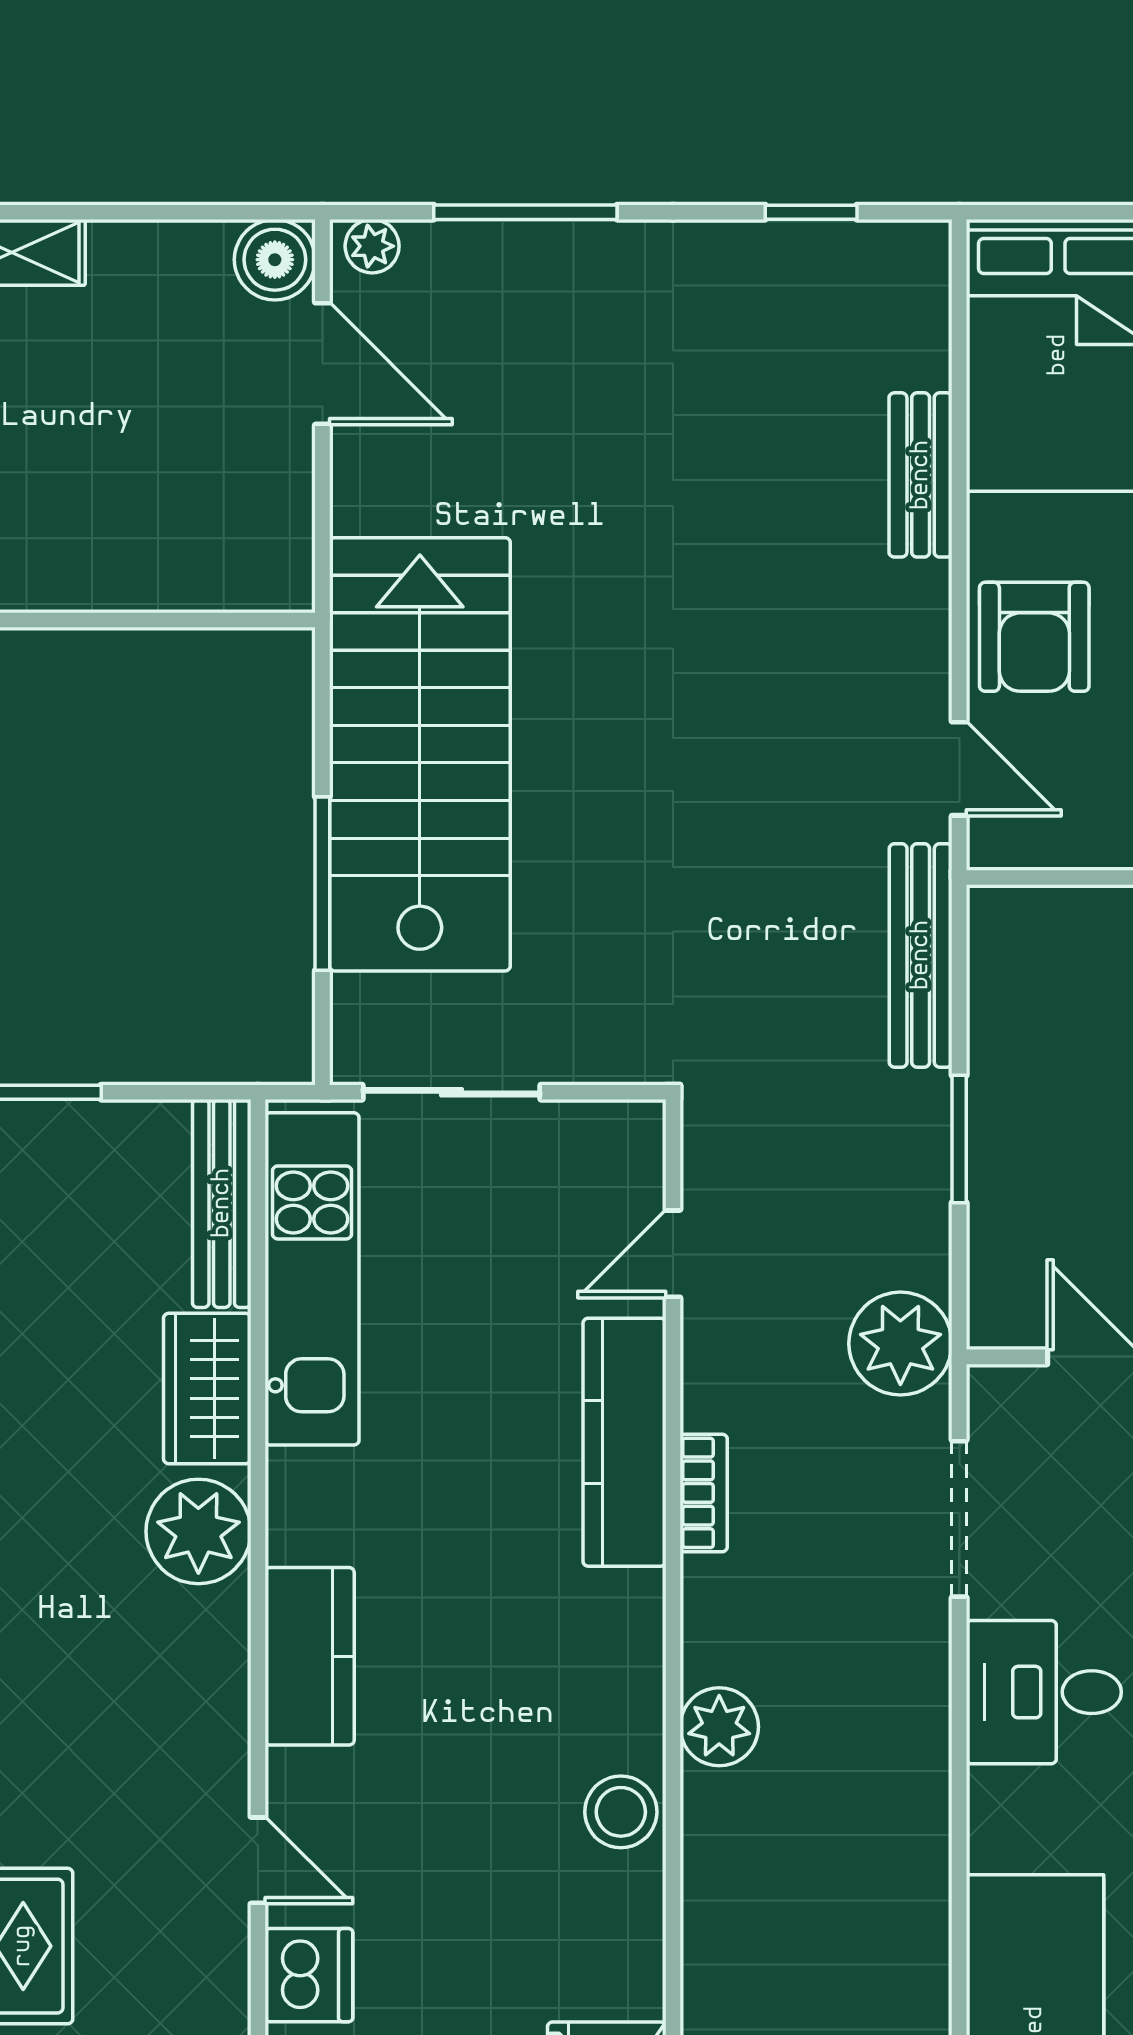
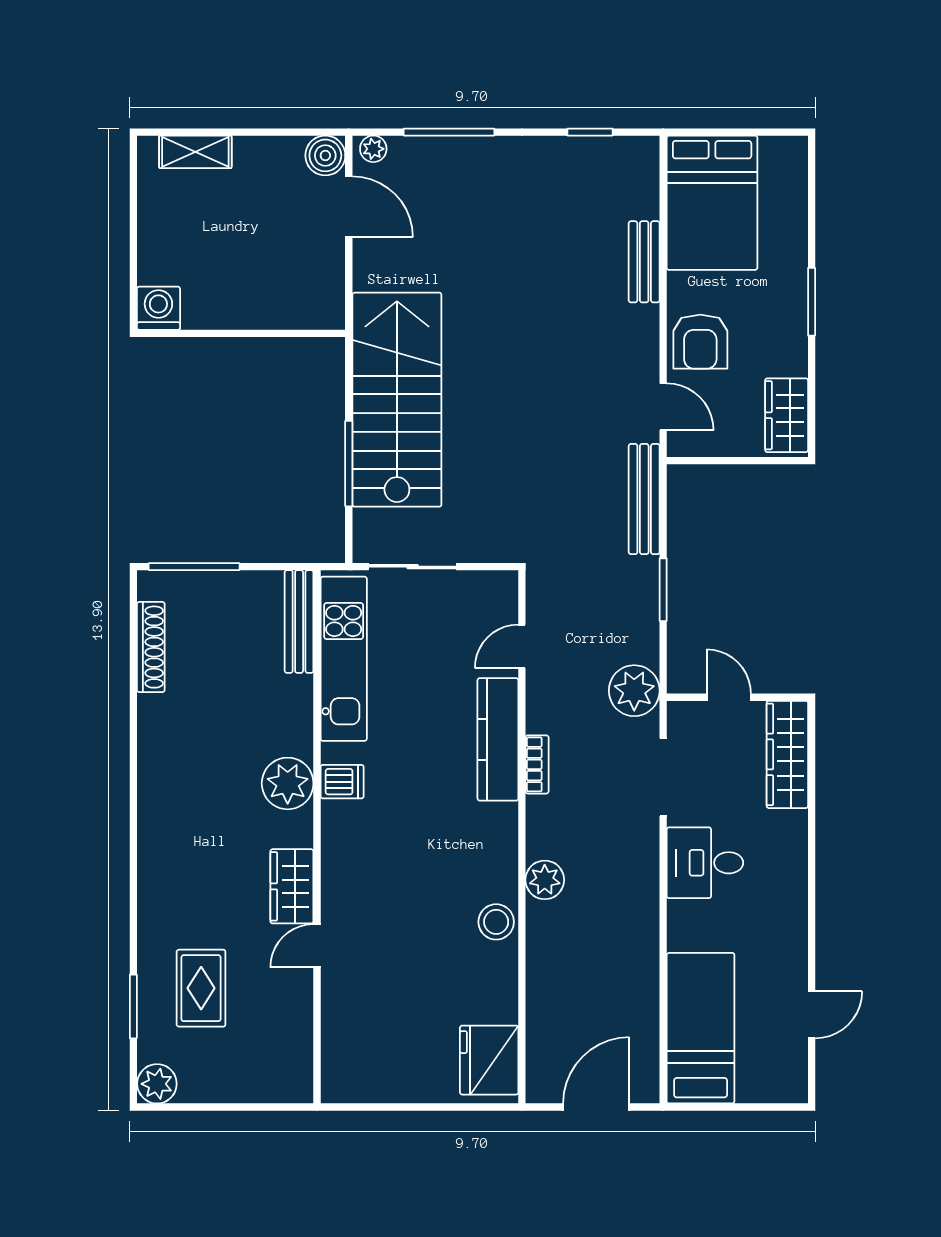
wardrobe: (207, 1389) -> (292, 886), moved
kitchen counter: (310, 1656) -> (342, 845), removed
door: (258, 1860) -> (317, 946), swing flipped
dishwasher: (309, 1975) -> (342, 782), moved, width x0.73

